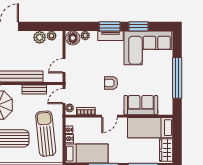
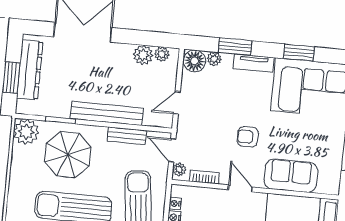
window: (110, 26) -> (235, 47), moved
door: (64, 96) -> (172, 150), hinge flipped
door: (109, 116) -> (240, 188), swing flipped

